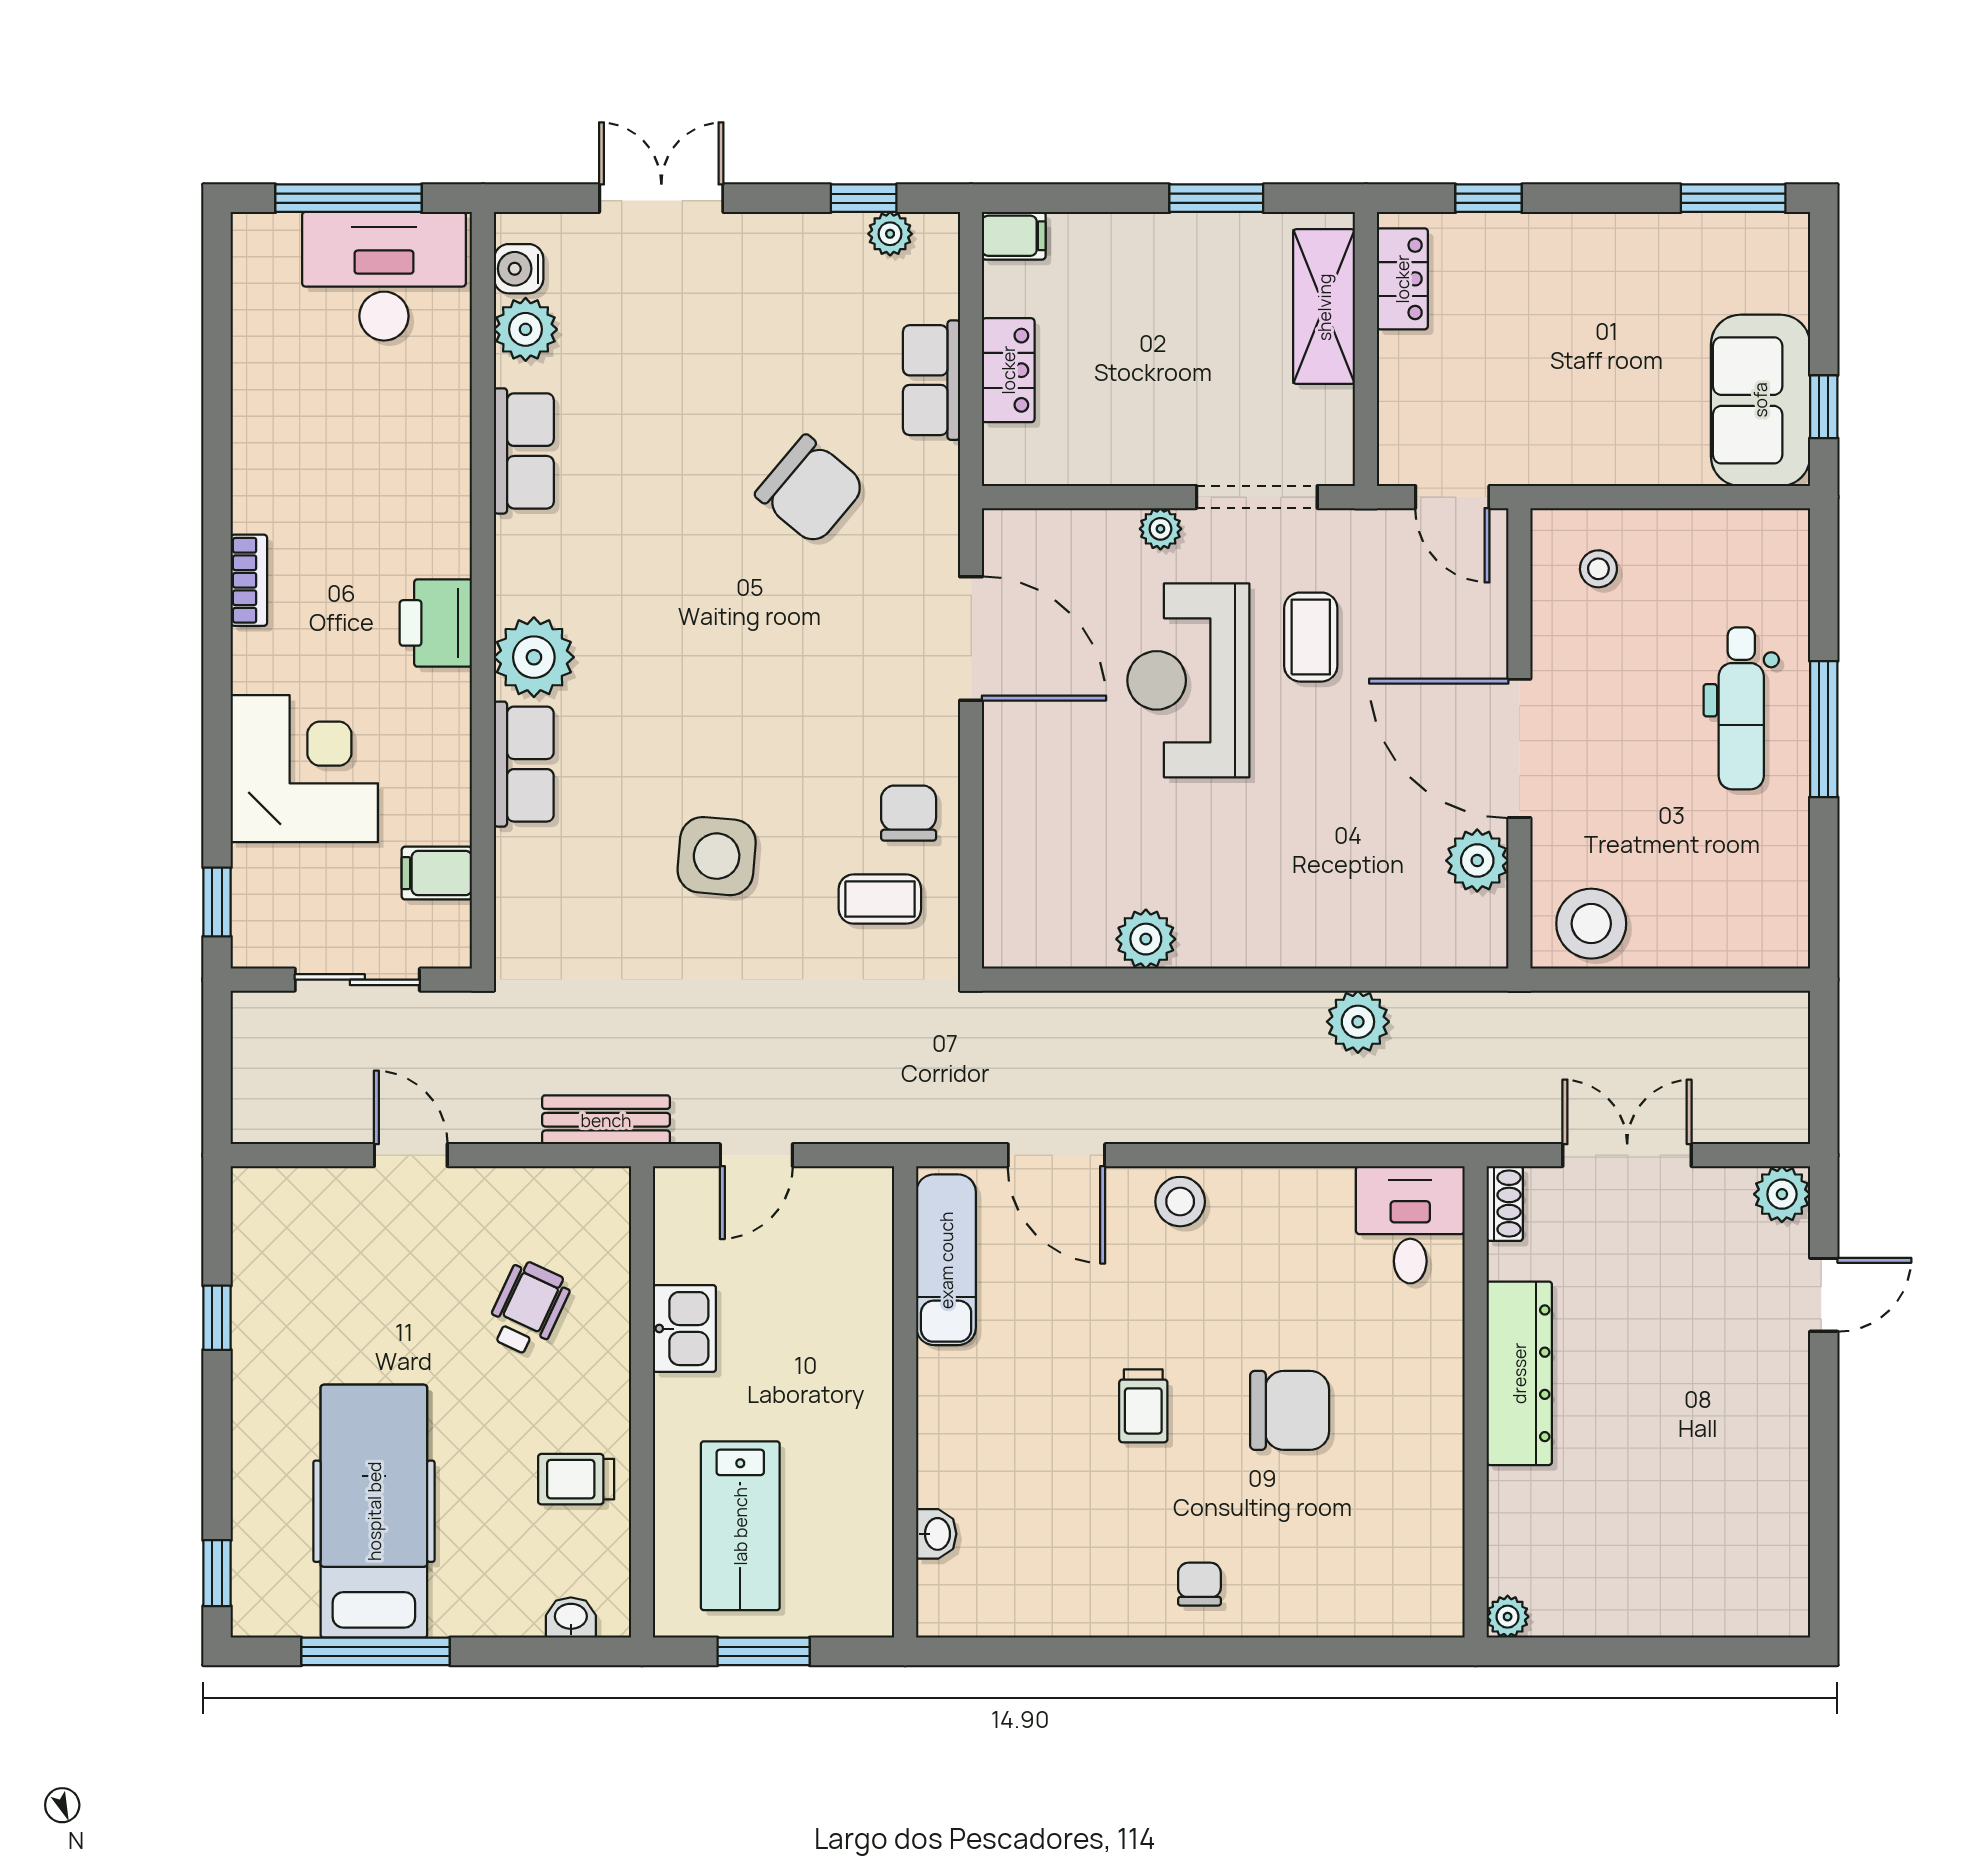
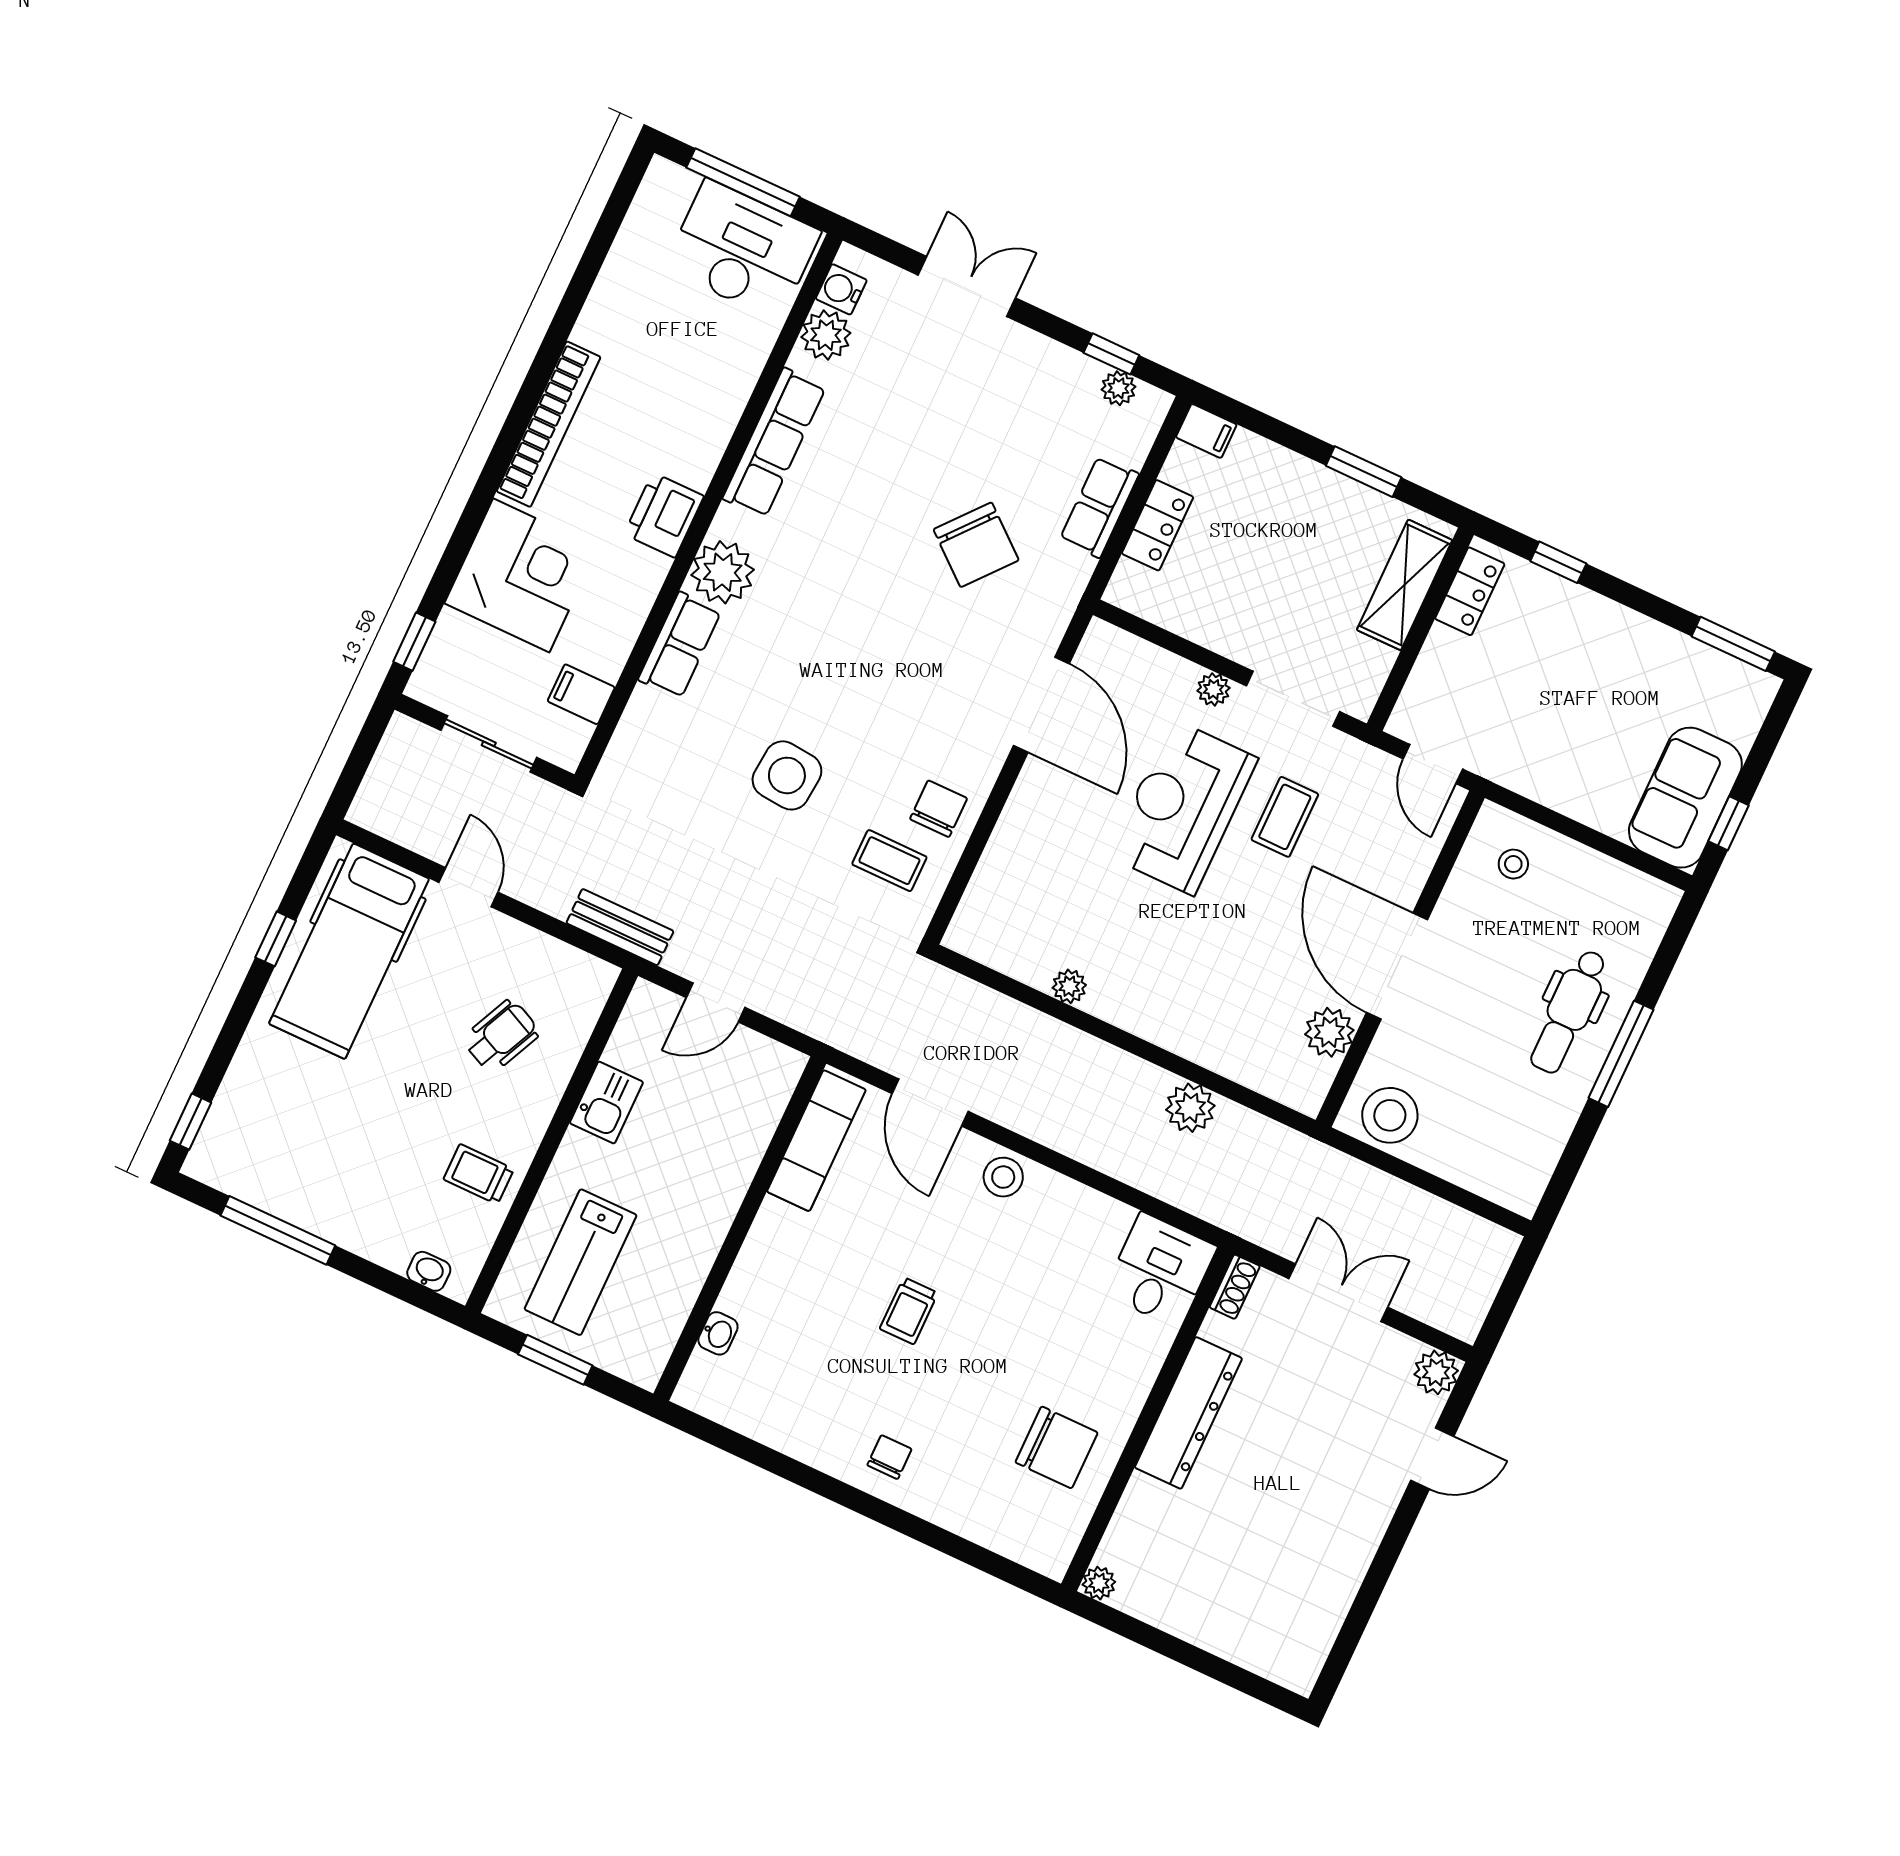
row of seats: (524, 451) -> (774, 443), width x1.48
bookcase: (249, 580) -> (549, 424), width x2.31, depth x1.31
plant: (1146, 939) -> (1069, 986), width x0.73, depth x0.73
chair: (1290, 1410) -> (1057, 1447), moved
hospital bed: (374, 1511) -> (349, 951), moved, turned 180

